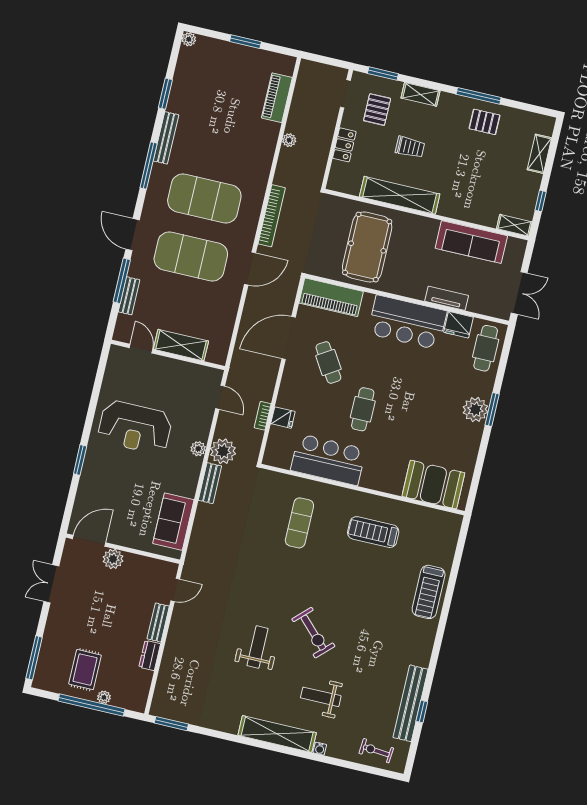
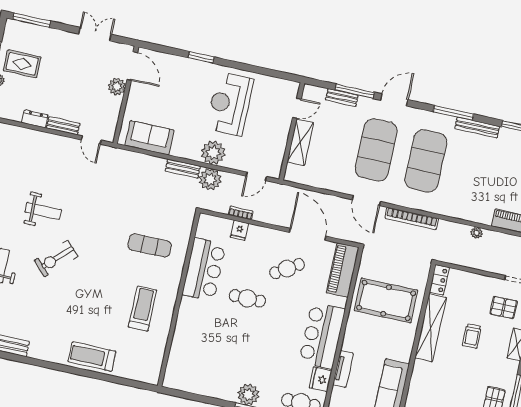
locker: (344, 145) -> (439, 280), moved, turned -90
plant: (198, 449) -> (213, 153), width x1.87, depth x1.87
booth: (433, 485) -> (184, 360), removed

